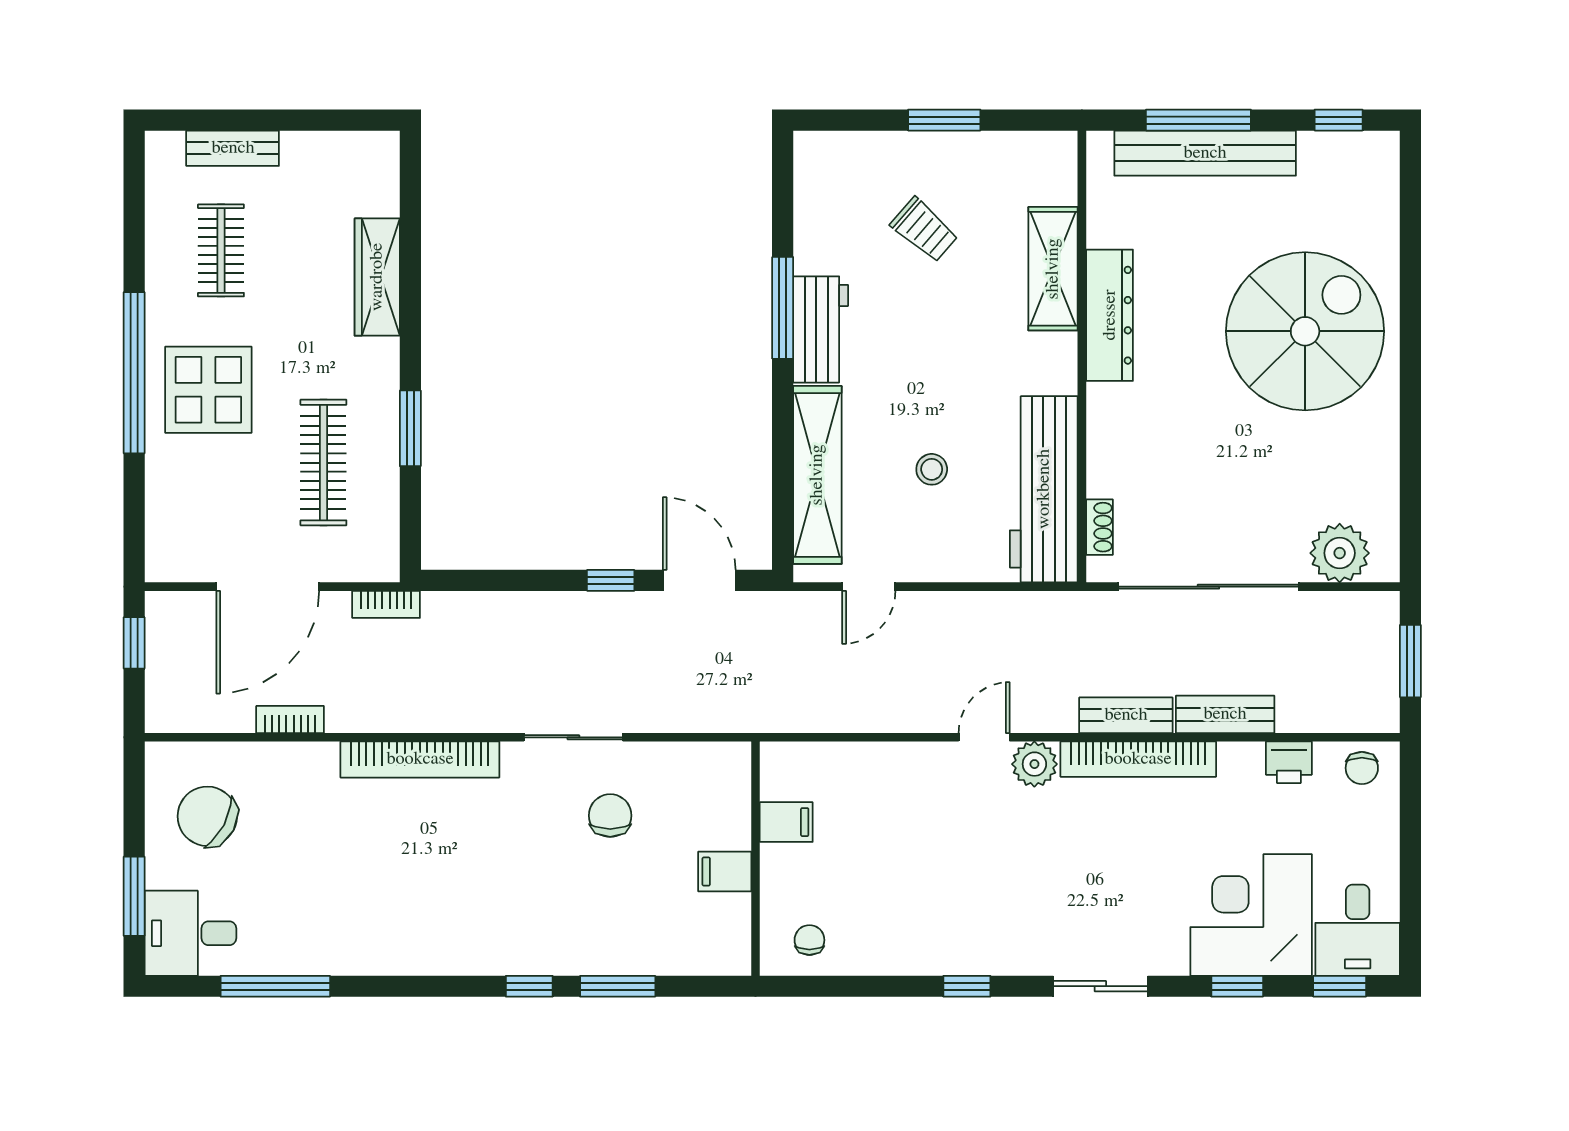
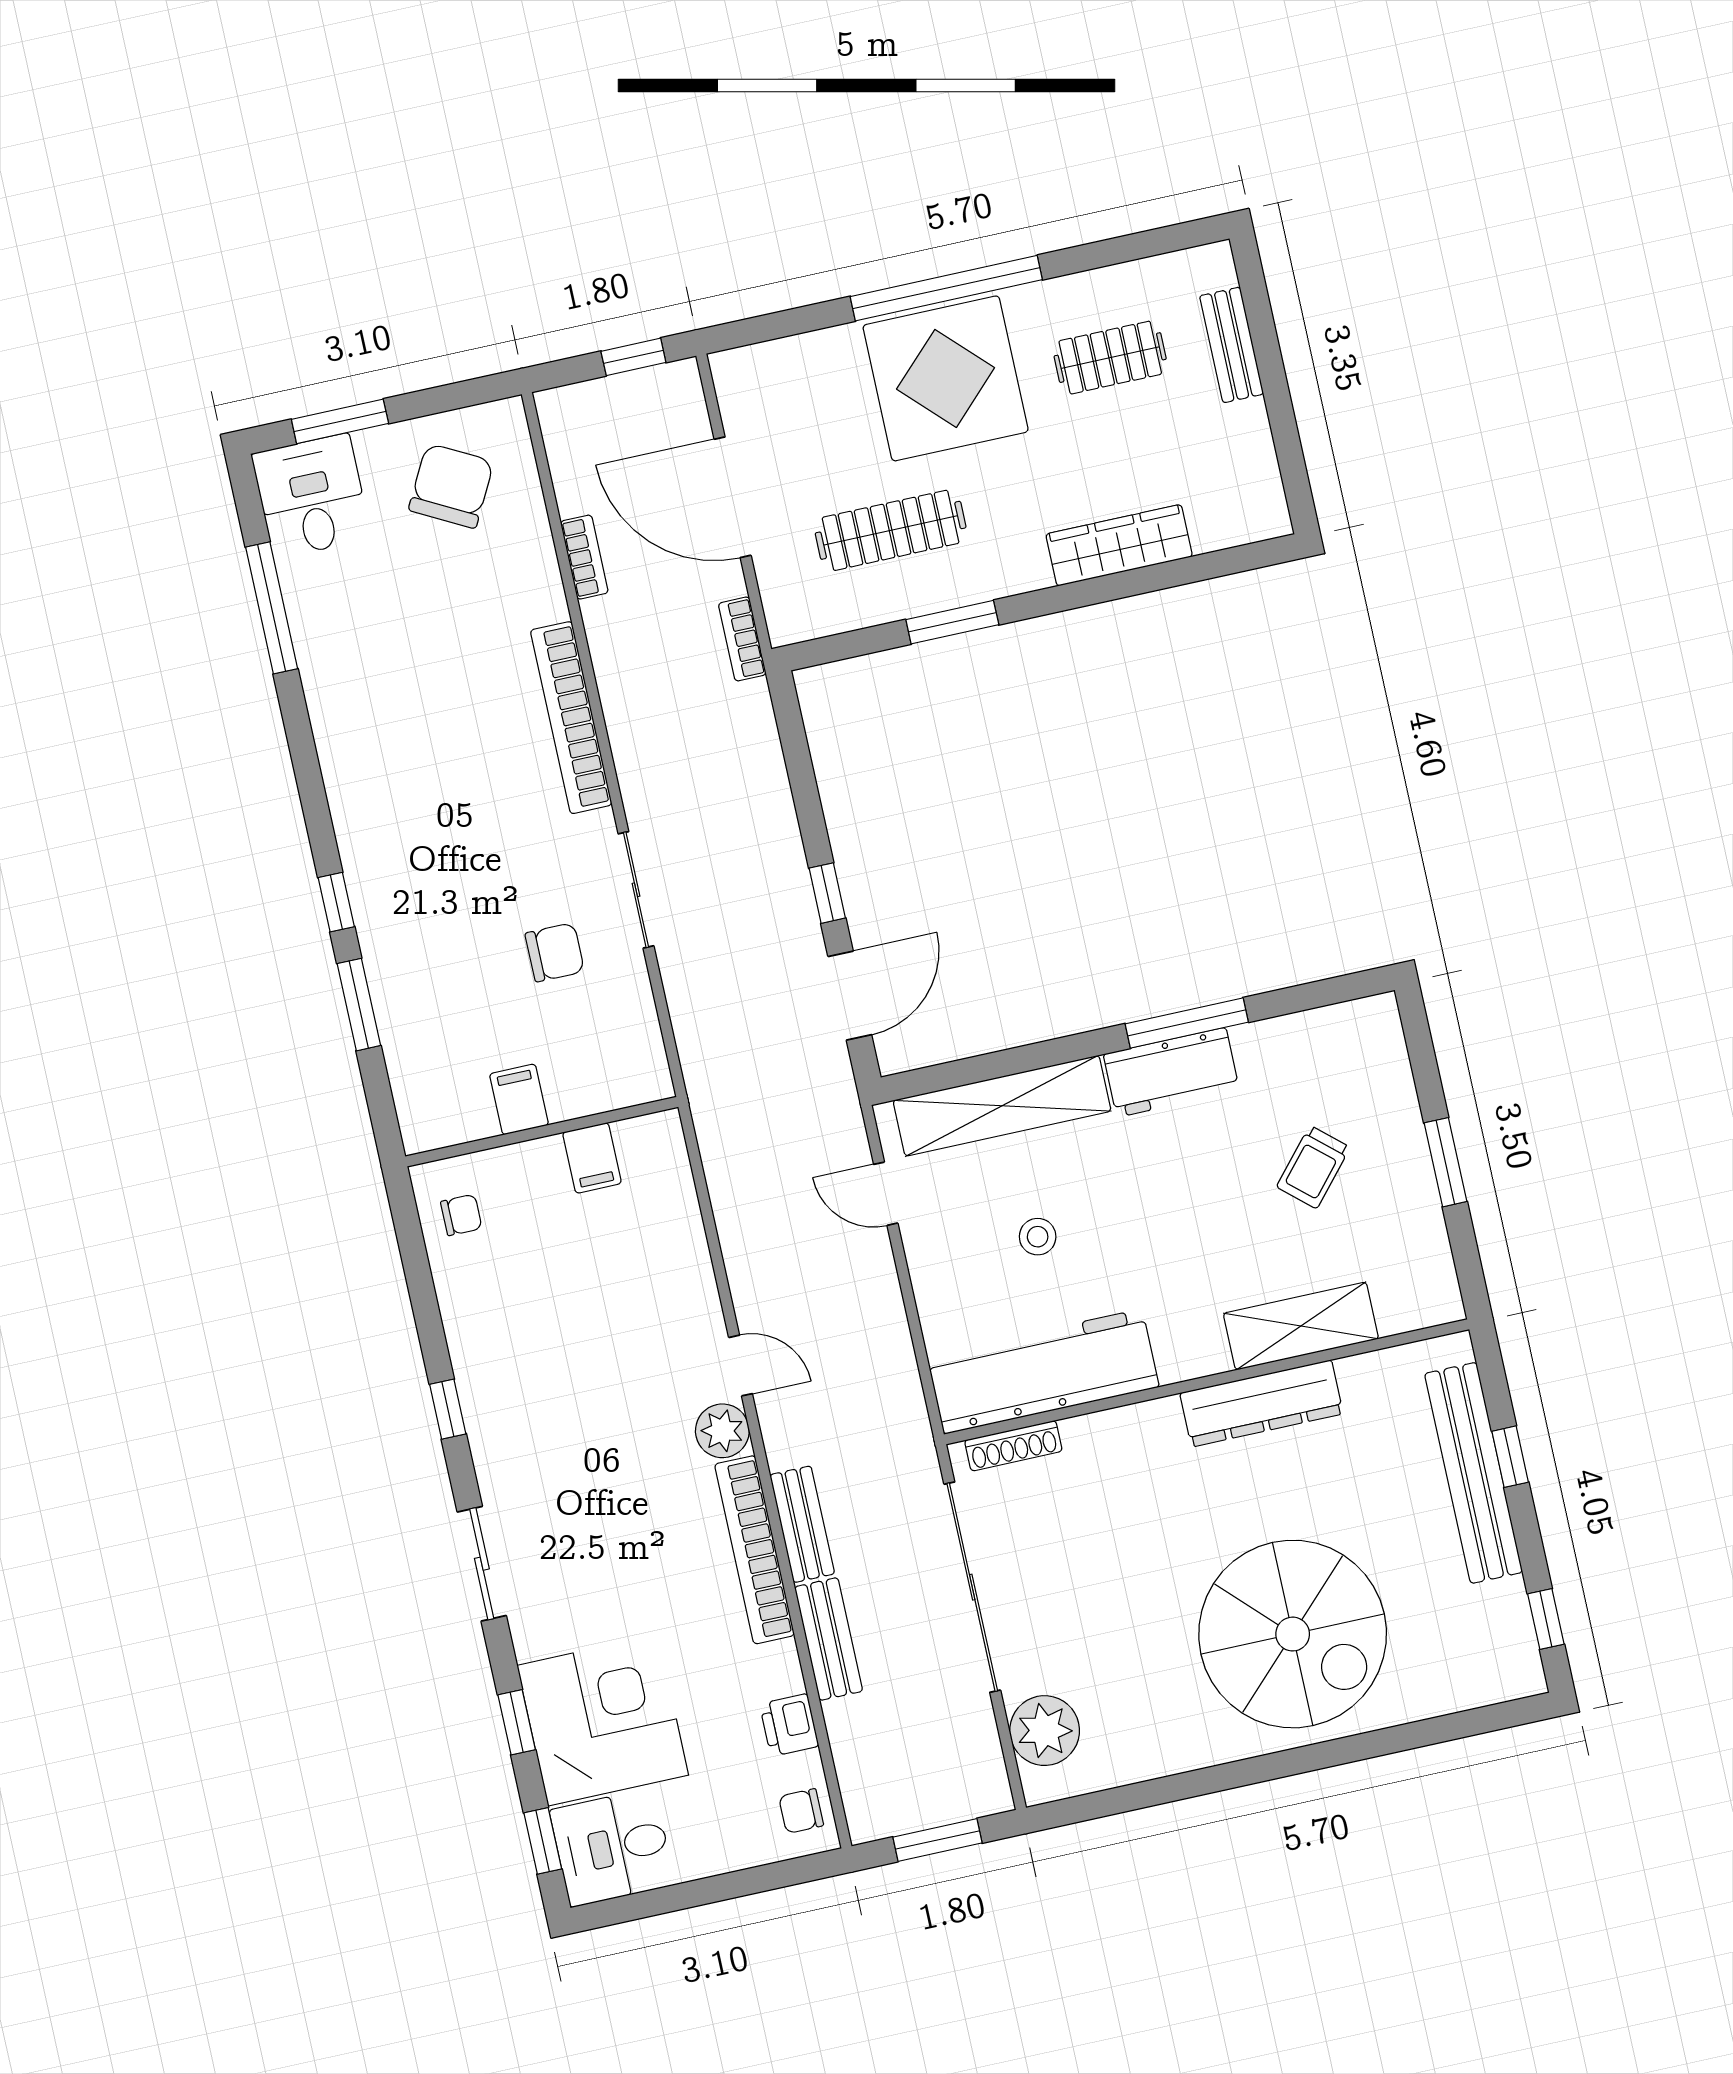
window: (1198, 120) -> (1510, 1457), width x0.46
display table: (208, 390) -> (946, 378), width x1.36, depth x1.36
shoe rack: (1099, 527) -> (1013, 1446), width x1.43

